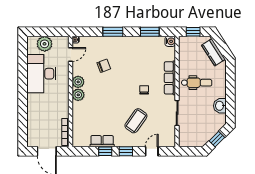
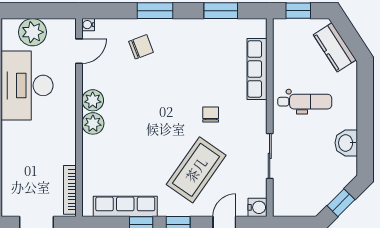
water cooler: (170, 41) -> (258, 207), moved
chair: (104, 66) -> (141, 47), moved
row of seats: (170, 78) -> (257, 69), moved
coffee table: (136, 121) -> (196, 170), width x1.36, depth x1.32
row of seats: (102, 141) -> (125, 206), width x1.48

